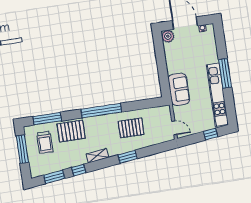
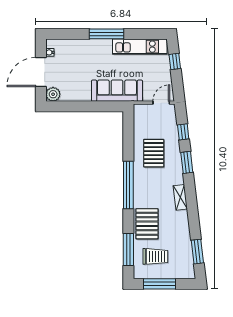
sofa: (179, 89) -> (117, 91), width x1.36
kitchen unit: (217, 95) -> (140, 47), width x0.73
window: (79, 170) -> (183, 132), moved

